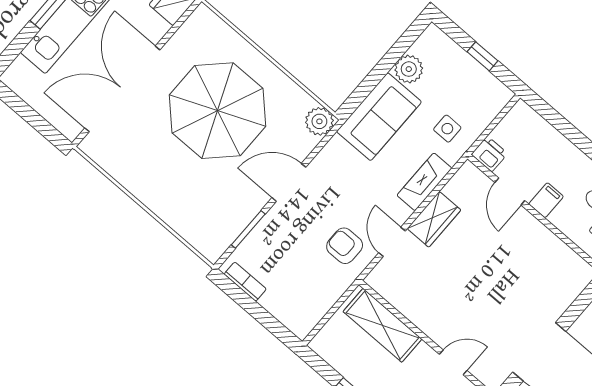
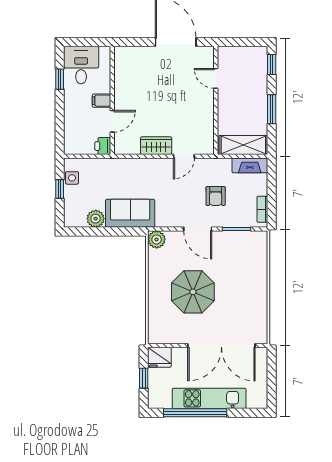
parasol: (218, 111) -> (193, 292), width x0.73, depth x0.73
side table: (447, 129) -> (72, 178), moved
fireplace: (424, 182) -> (250, 165), moved
armchair: (345, 246) -> (216, 196), moved
shelving: (382, 325) -> (243, 145), moved, turned 90

